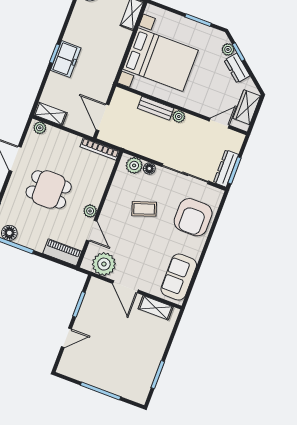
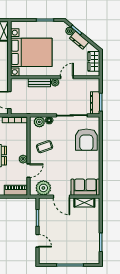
door: (219, 123) -> (67, 77), moved
coffee table: (144, 209) -> (45, 147), moved
door: (92, 231) -> (28, 171), hinge flipped
sofa: (179, 277) -> (85, 187), moved, turned 90
door: (66, 338) -> (38, 241), hinge flipped

